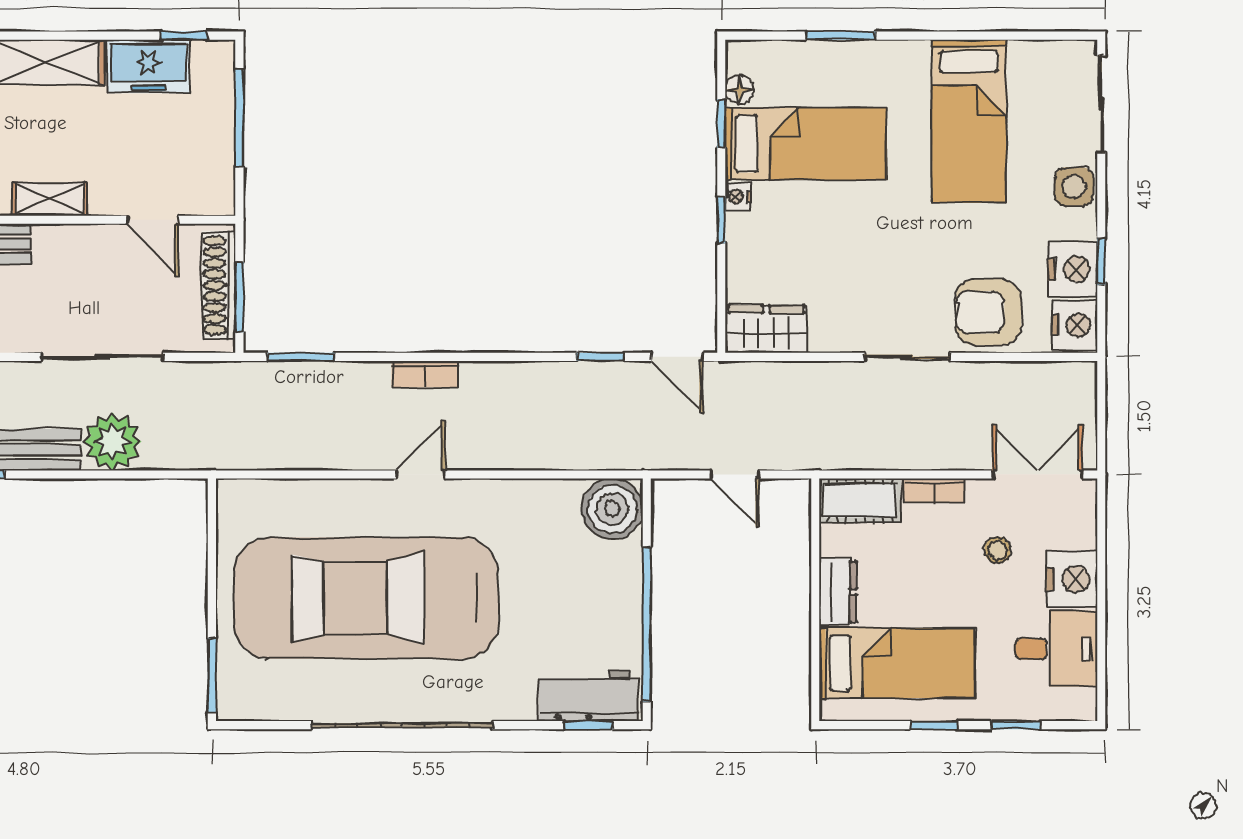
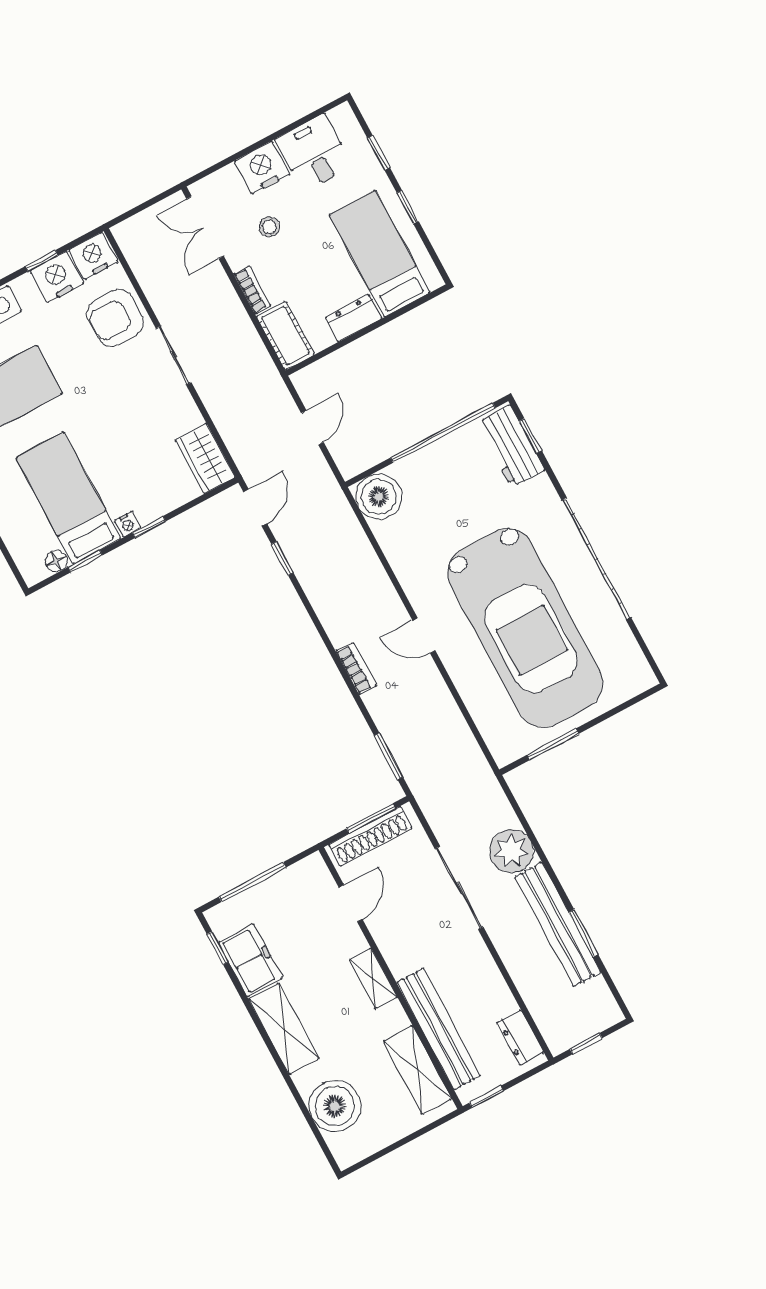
armchair: (988, 312) -> (115, 318), turned 90
window: (212, 676) -> (553, 744), moved

